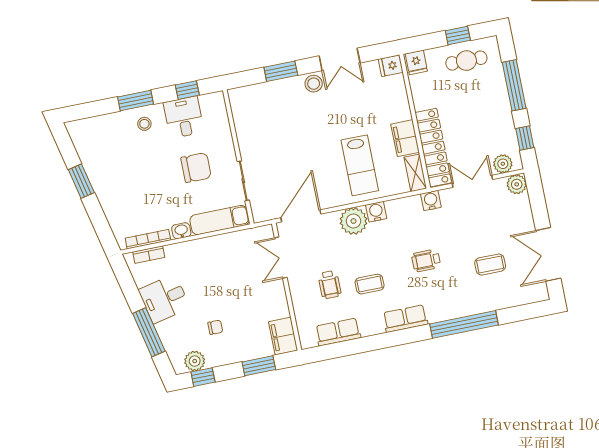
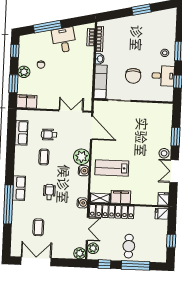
cafe table: (466, 61) -> (129, 246), moved
row of seats: (405, 319) -> (19, 188), moved
plant: (195, 361) -> (24, 72), moved

